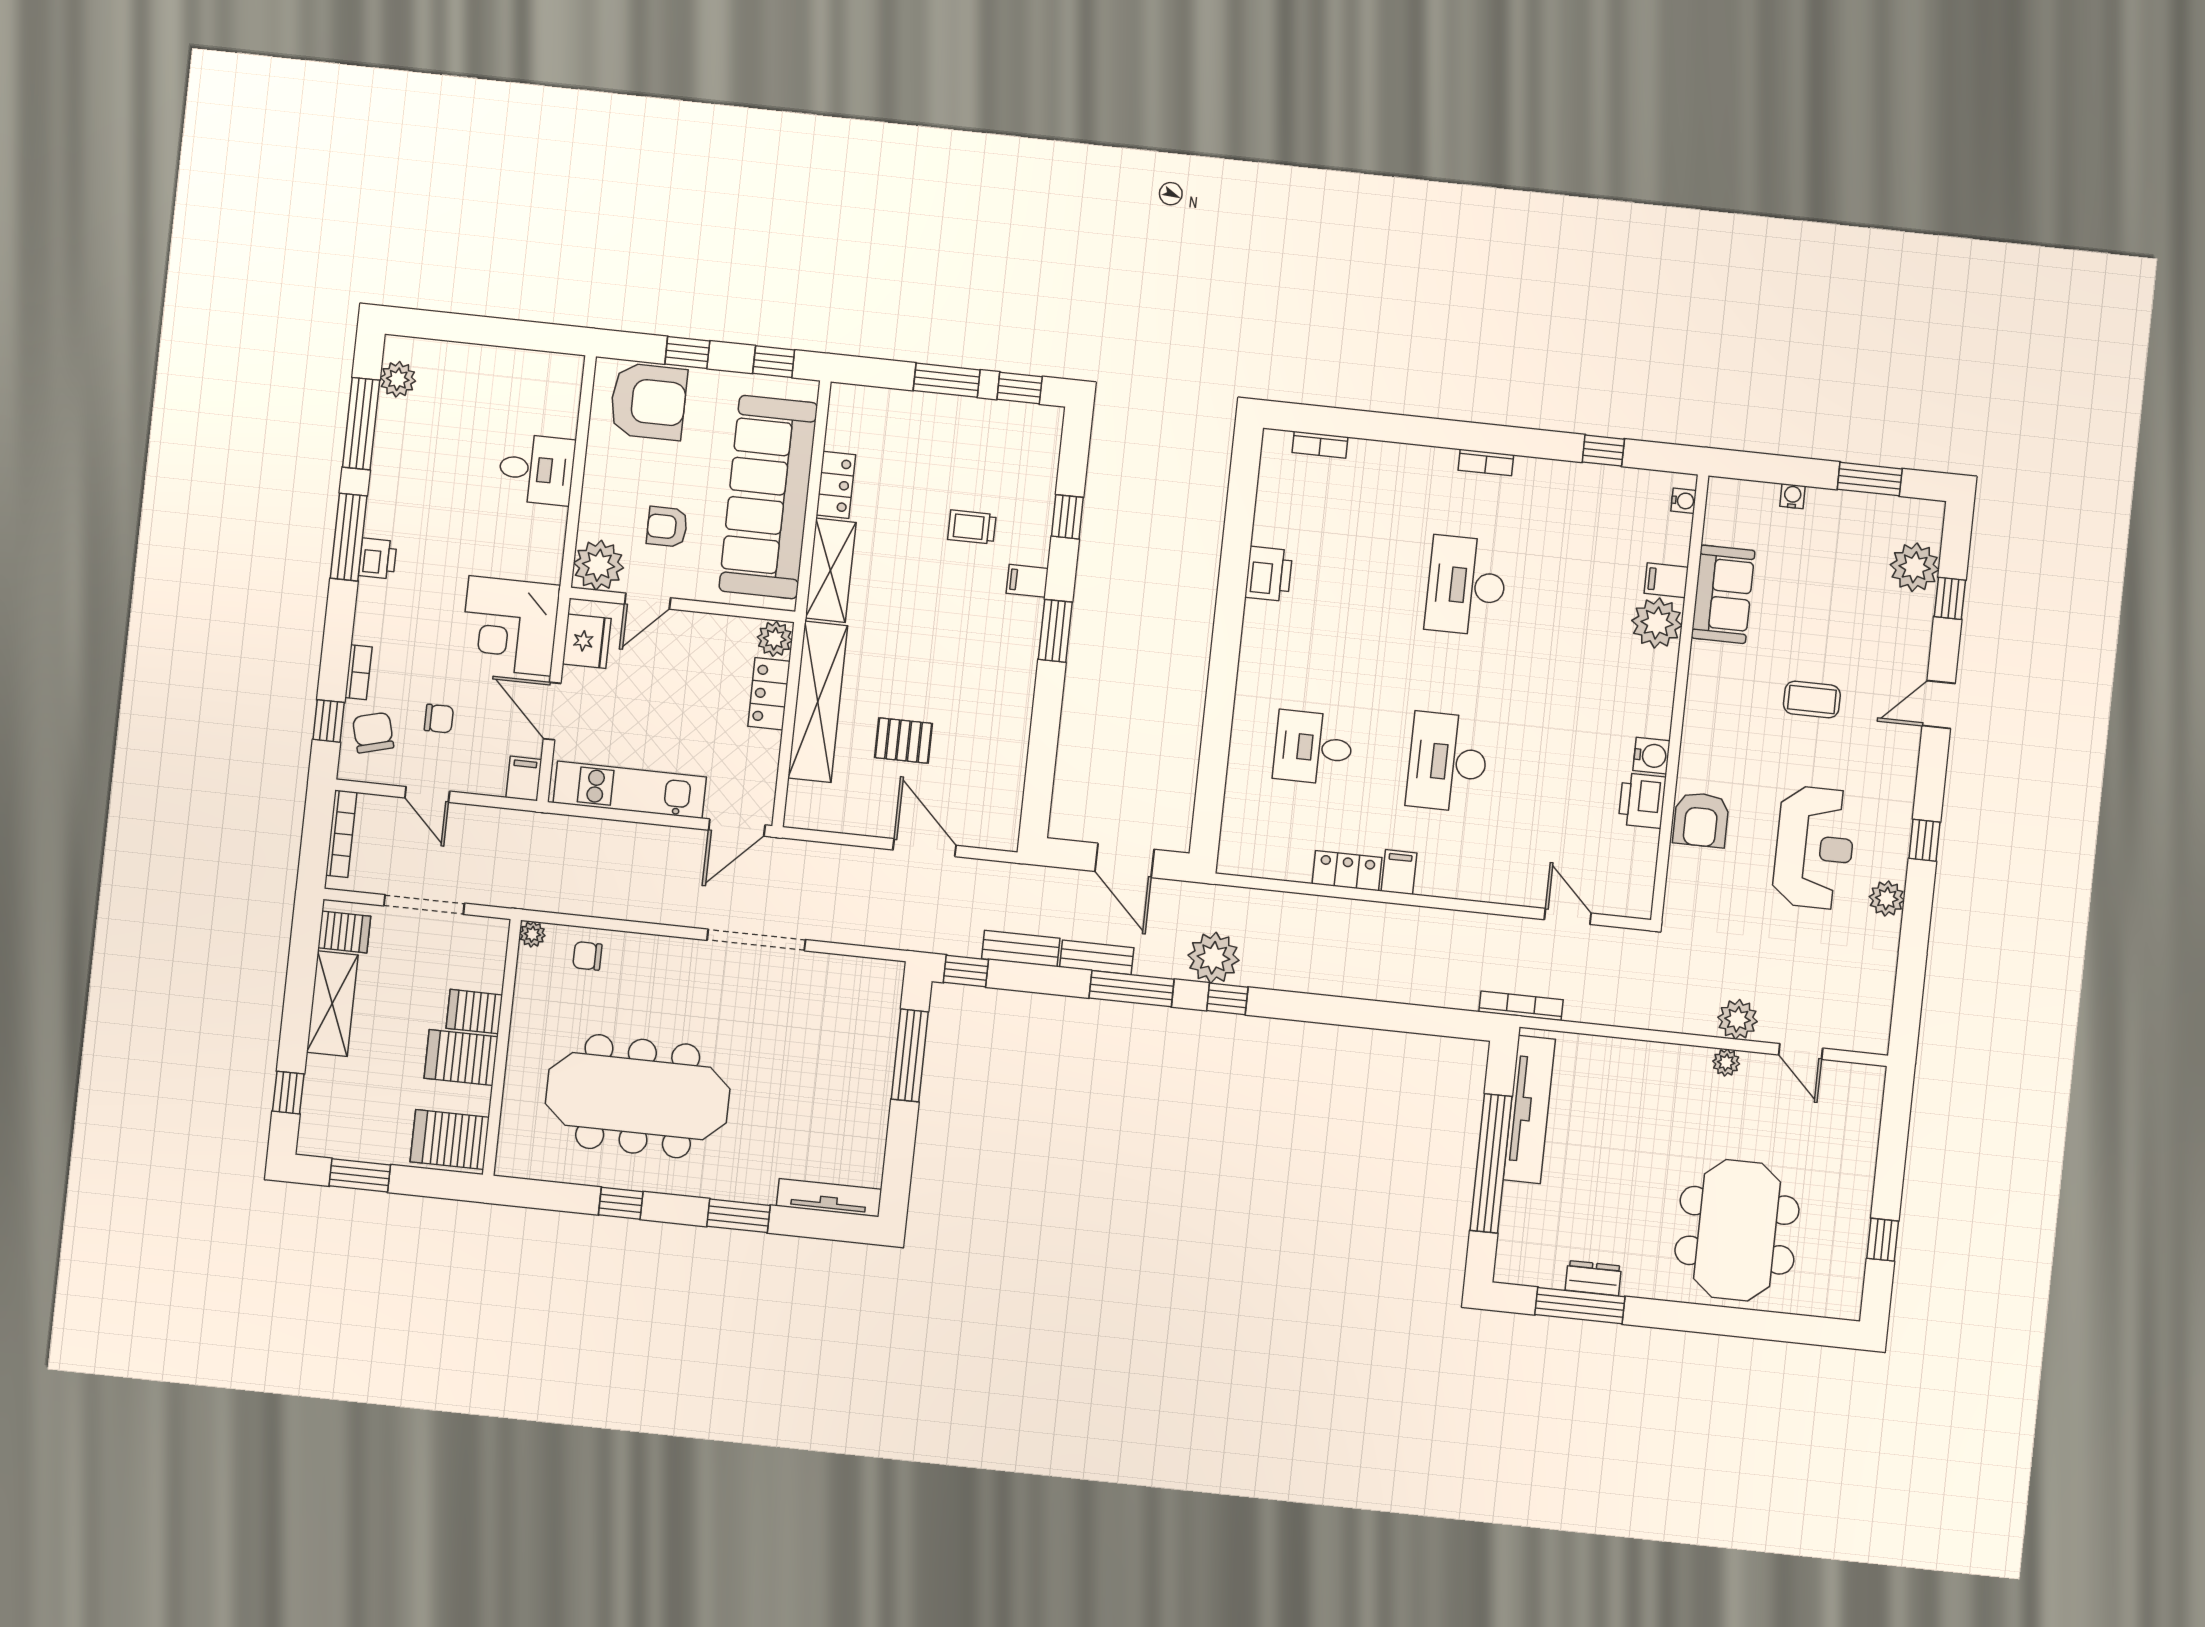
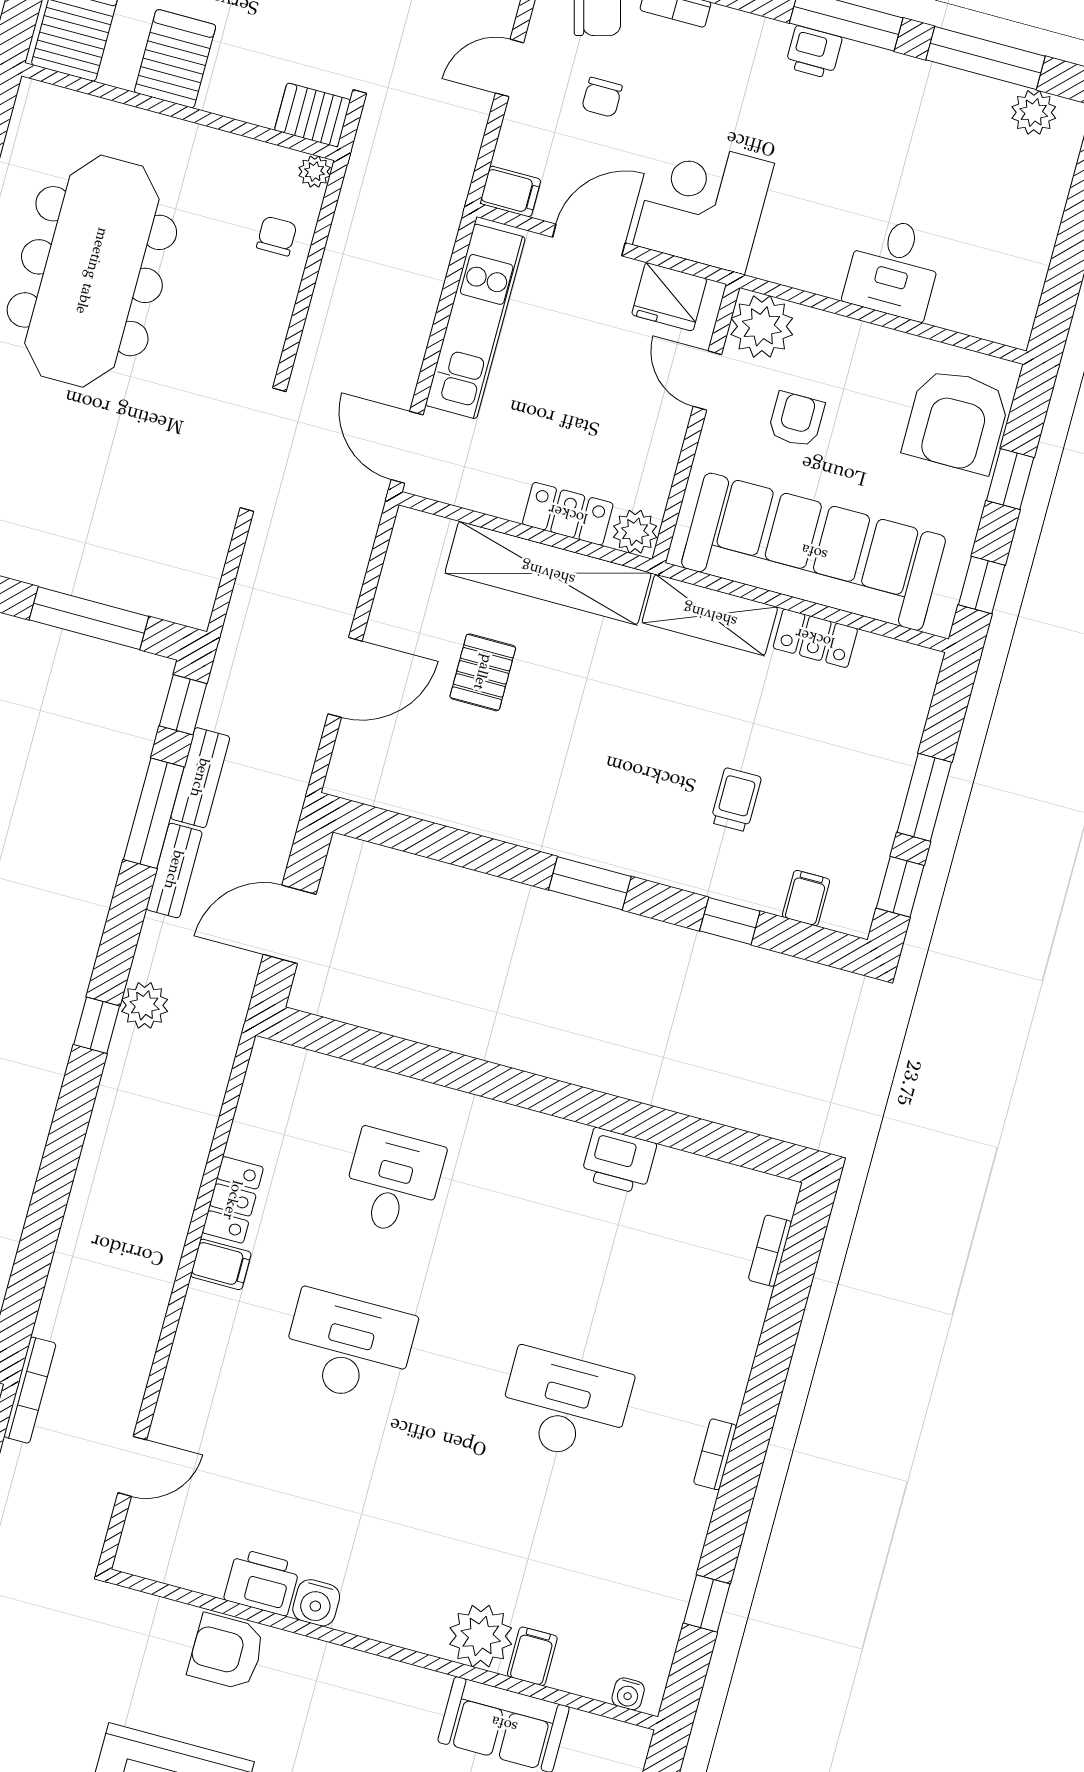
filing cabinet: (1027, 581) -> (806, 898), moved
plant: (1213, 958) -> (145, 1005), width x0.73, depth x0.73
window: (1132, 989) -> (154, 813), moved
server rack: (474, 1012) -> (313, 115), moved, turned -90

